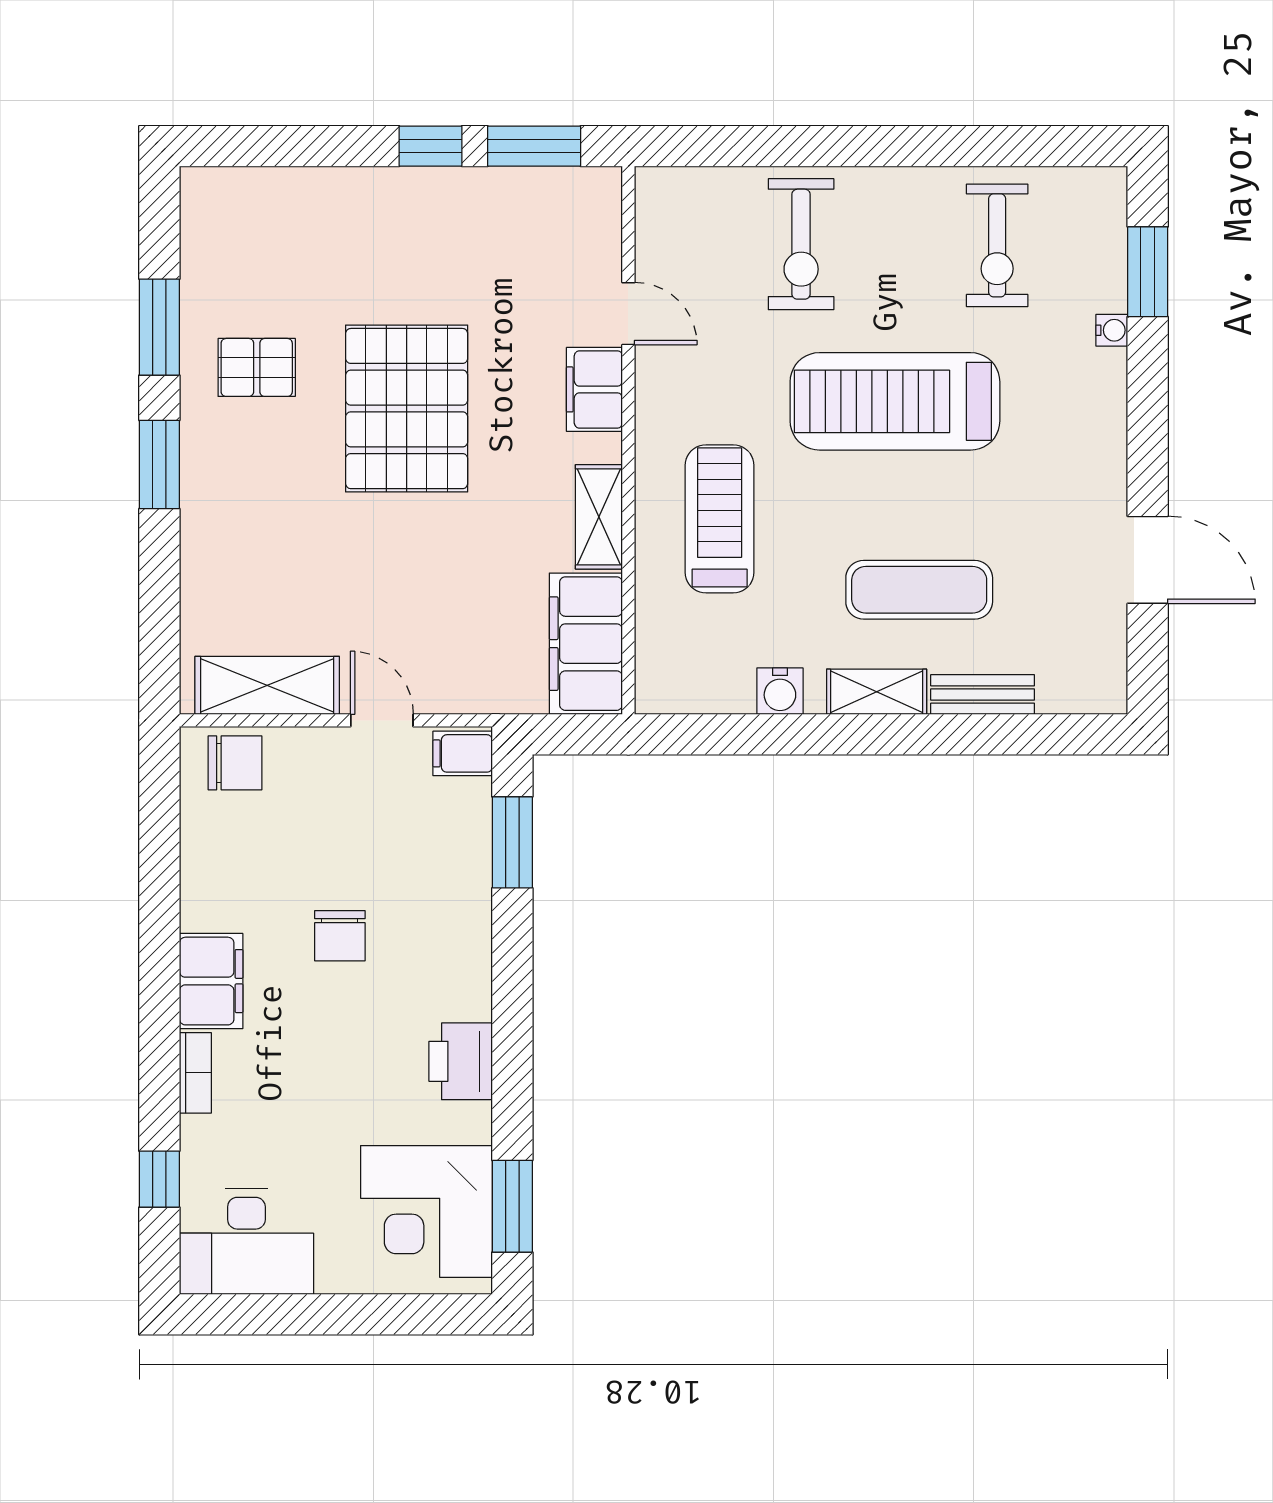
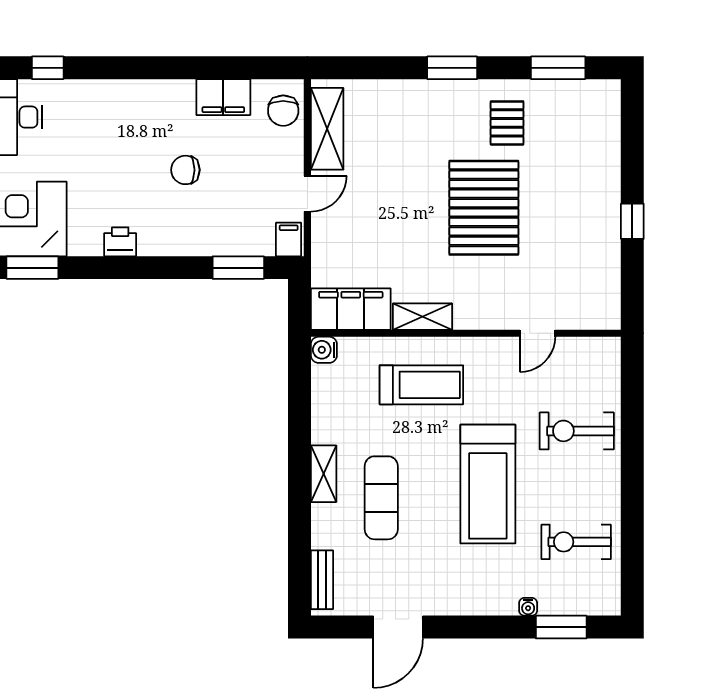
window: (534, 146) -> (632, 280), removed
window: (159, 327) -> (558, 68), moved
filing cabinet: (594, 389) -> (495, 314), removed
treadmill: (895, 401) -> (488, 484), turned 180
pallet: (407, 409) -> (484, 208), turned 90
water cooler: (780, 691) -> (324, 350), moved
bench: (983, 694) -> (322, 580), moved
filing cabinet: (211, 981) -> (223, 97), moved
printer: (461, 1061) -> (120, 242), width x0.73, depth x0.81
bookcase: (195, 1073) -> (108, 88), removed

